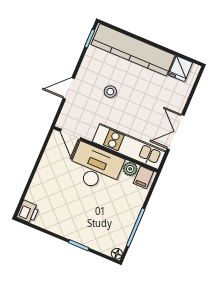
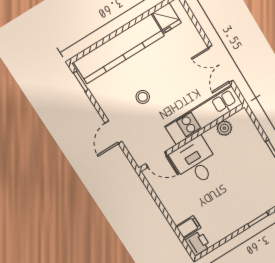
desk: (95, 168) -> (195, 162), width x0.73
filing cabinet: (143, 177) -> (188, 227), moved, turned -90

